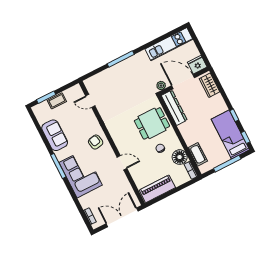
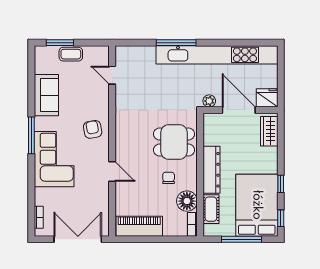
kitchen unit: (169, 44) -> (217, 55), width x1.86
dresser: (174, 108) -> (211, 170), moved
bed: (230, 134) -> (257, 205), width x1.50

